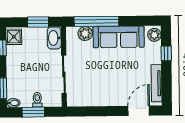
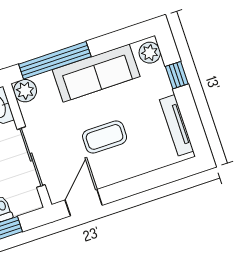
plant: (85, 34) -> (25, 91), moved
coffee table: (111, 76) -> (105, 137), added
door: (139, 111) -> (84, 203), moved

